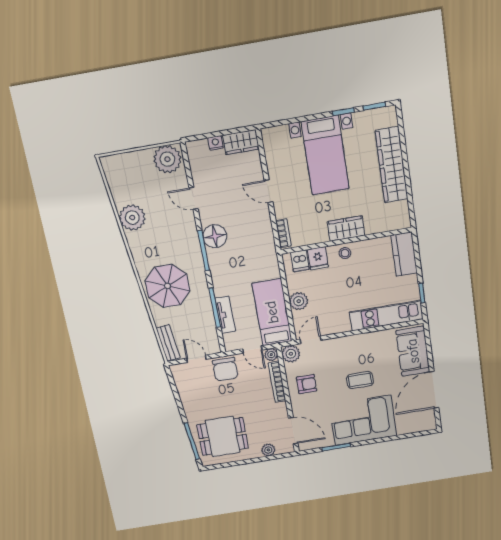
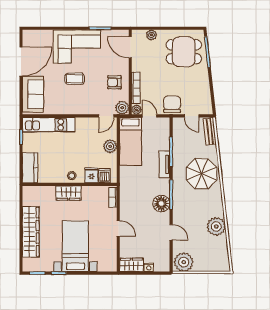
tv unit: (225, 315) -> (164, 164), moved

